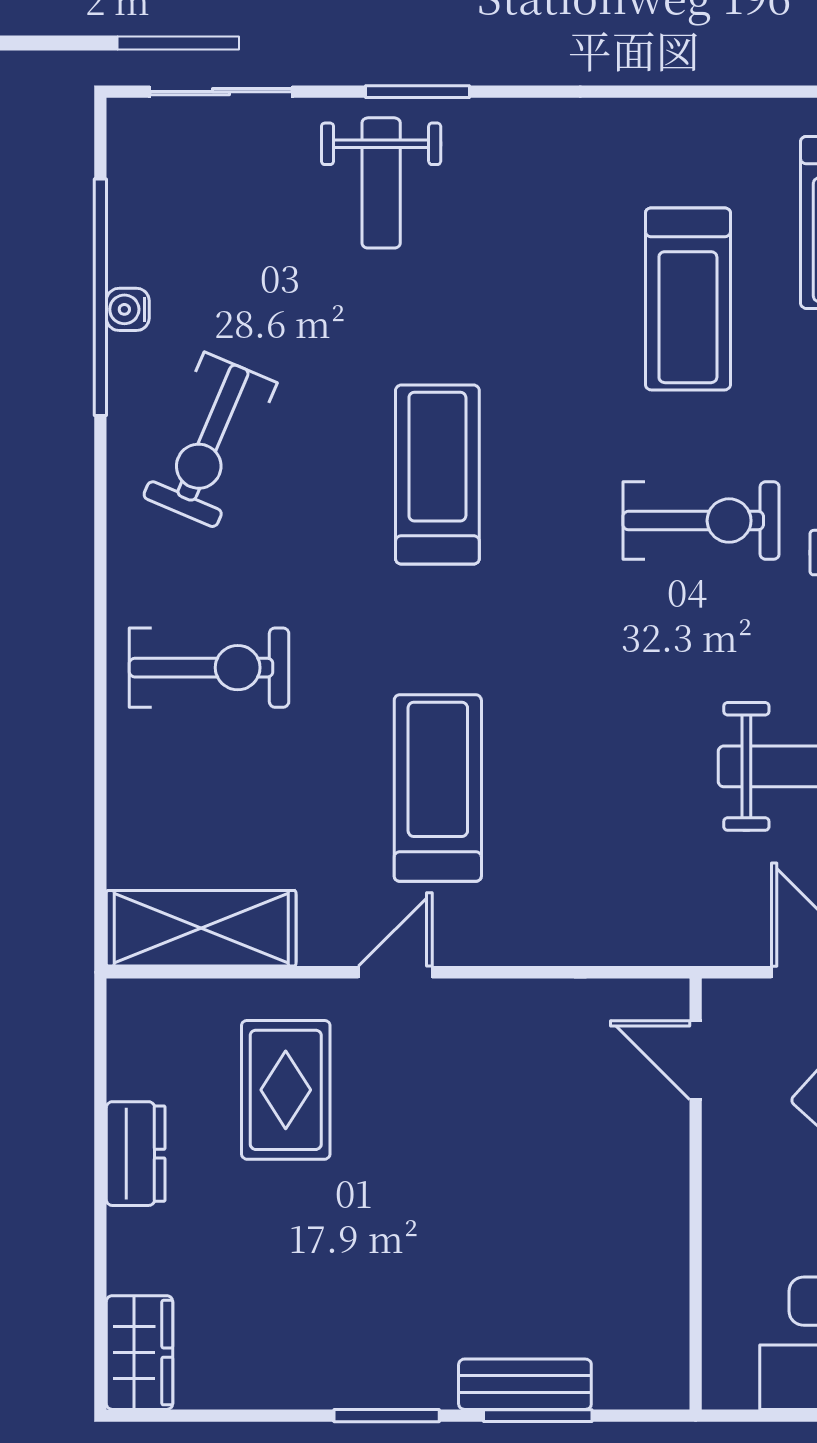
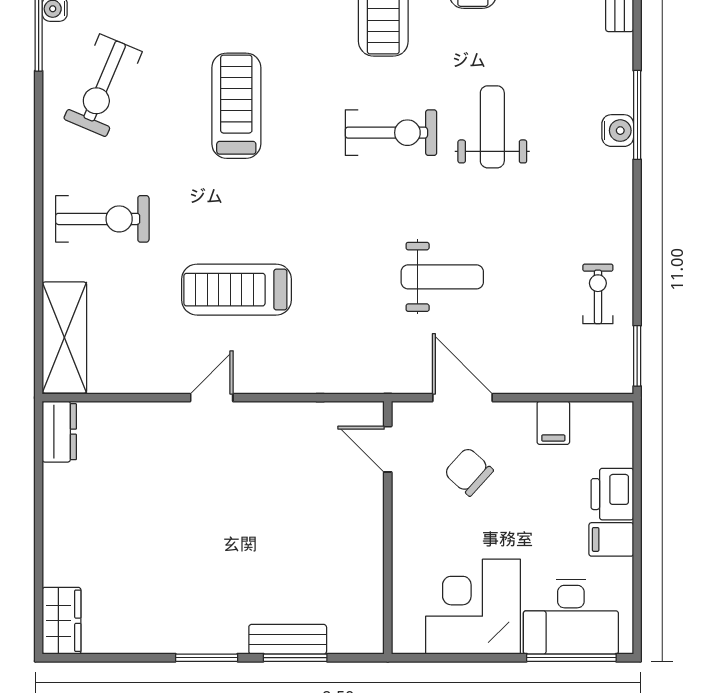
treadmill: (438, 788) -> (237, 290), turned -90
shelving: (201, 928) -> (64, 338), moved, turned 90
rug: (286, 1090) -> (147, 467), removed
dresser: (136, 1154) -> (59, 432), moved

